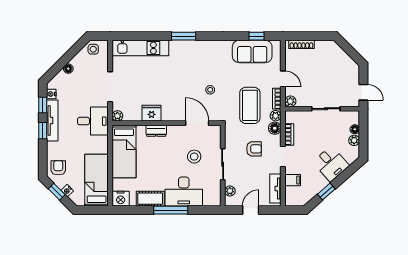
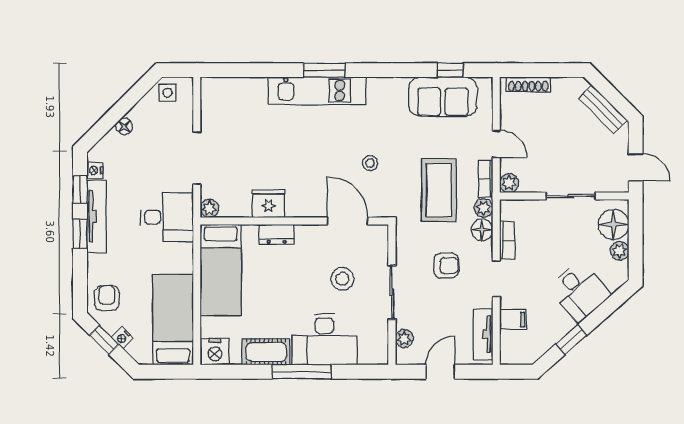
kitchen unit: (140, 48) -> (317, 91), moved
bench: (345, 59) -> (603, 109), added
floor lamp: (355, 129) -> (614, 224), width x1.89, depth x1.89

